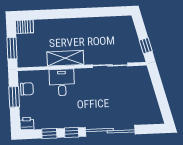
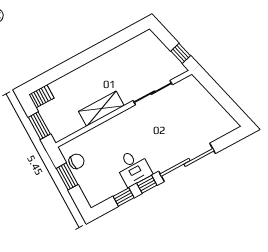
desk: (62, 82) -> (133, 168), moved, turned 180
printer: (27, 123) -> (94, 198), removed

